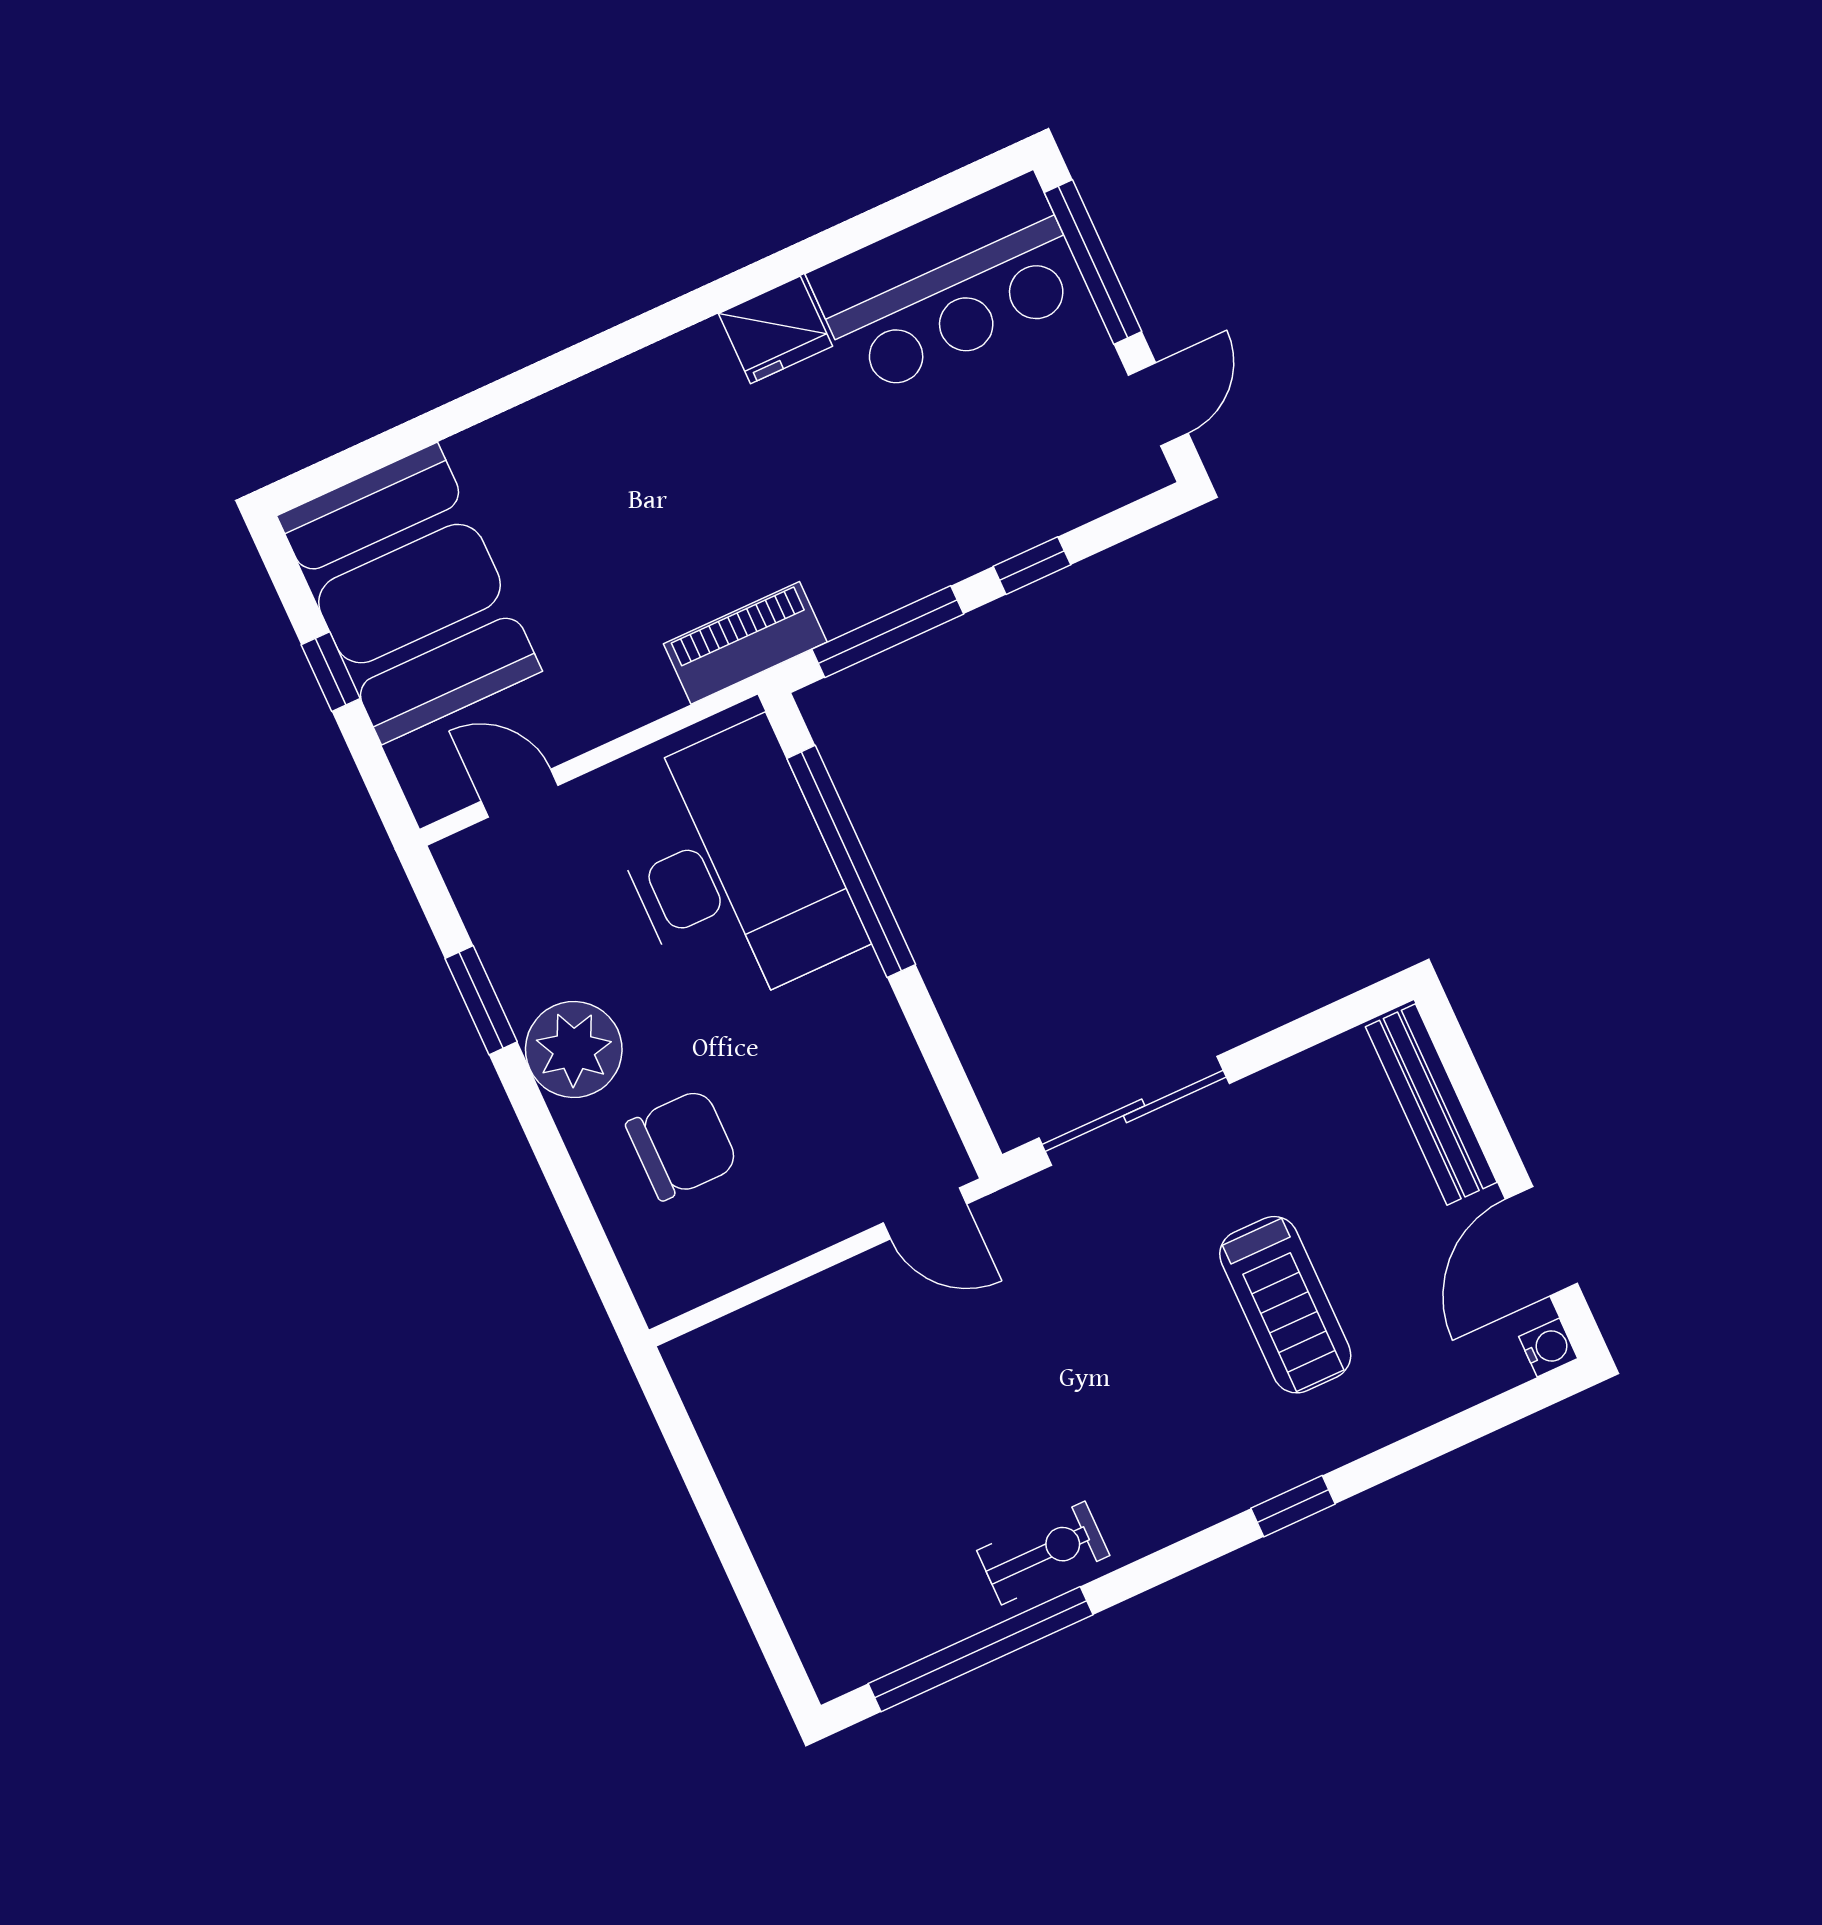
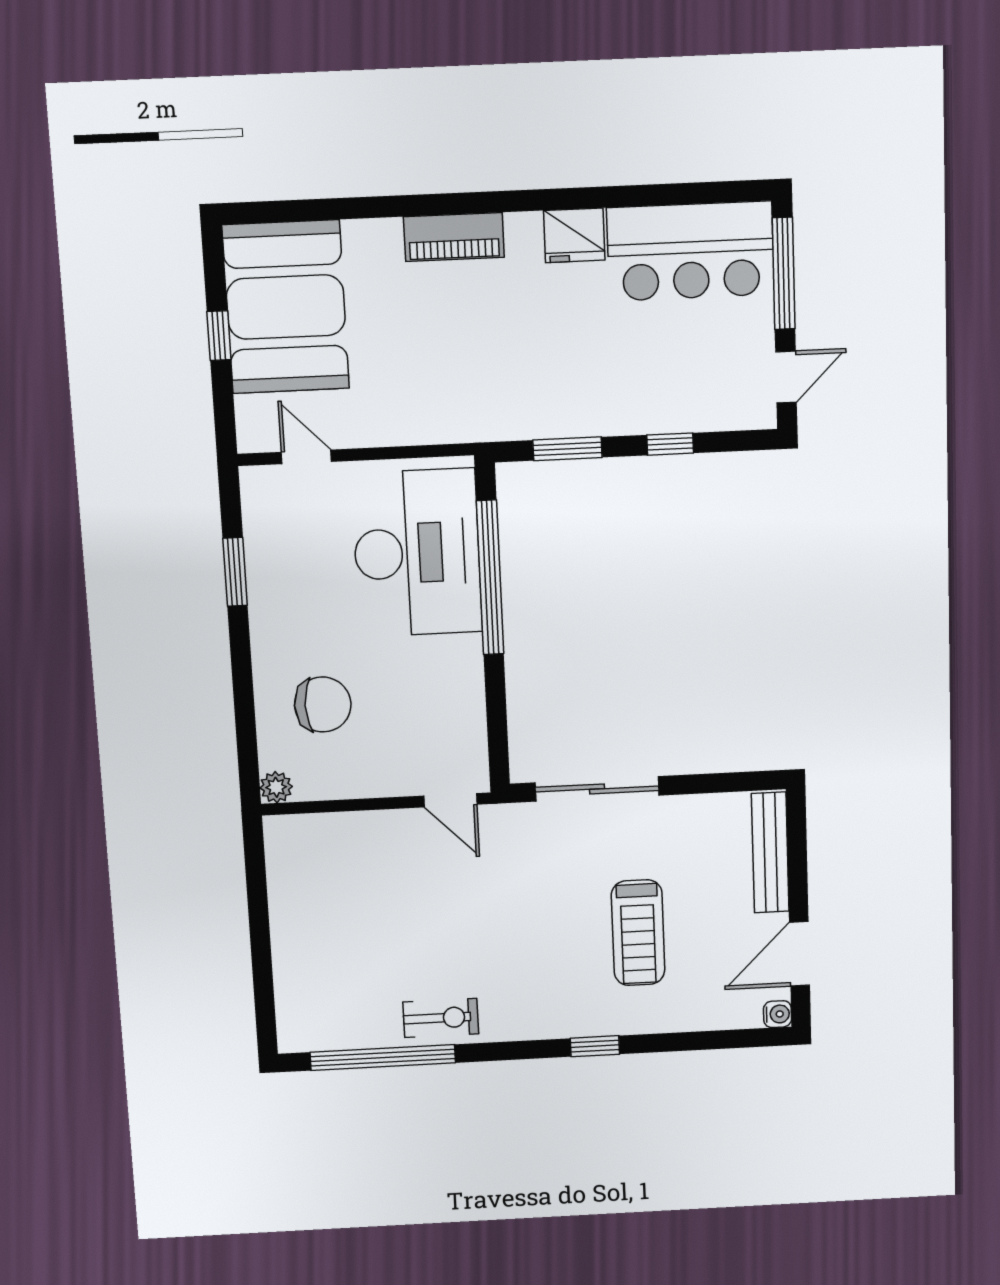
window: (888, 632) -> (568, 449), width x0.69
piano: (745, 643) -> (454, 237), moved, turned 180
plant: (574, 1049) -> (276, 787), moved, width x0.53, depth x0.53

